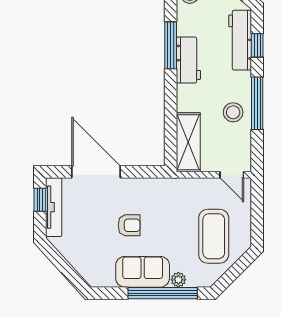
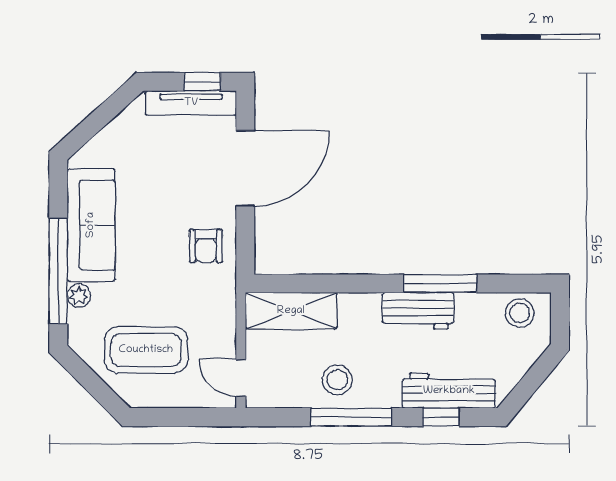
door: (232, 175) -> (241, 378), hinge flipped
armchair: (129, 225) -> (206, 246), moved
sofa: (143, 272) -> (91, 225), width x1.36

